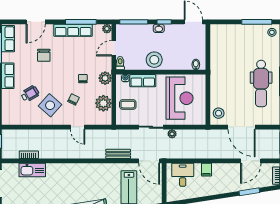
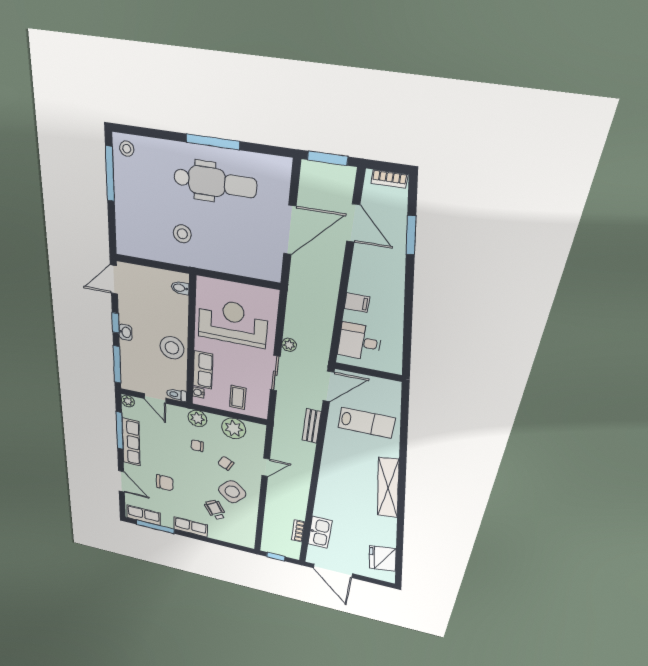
stool: (219, 113) -> (182, 234), moved

